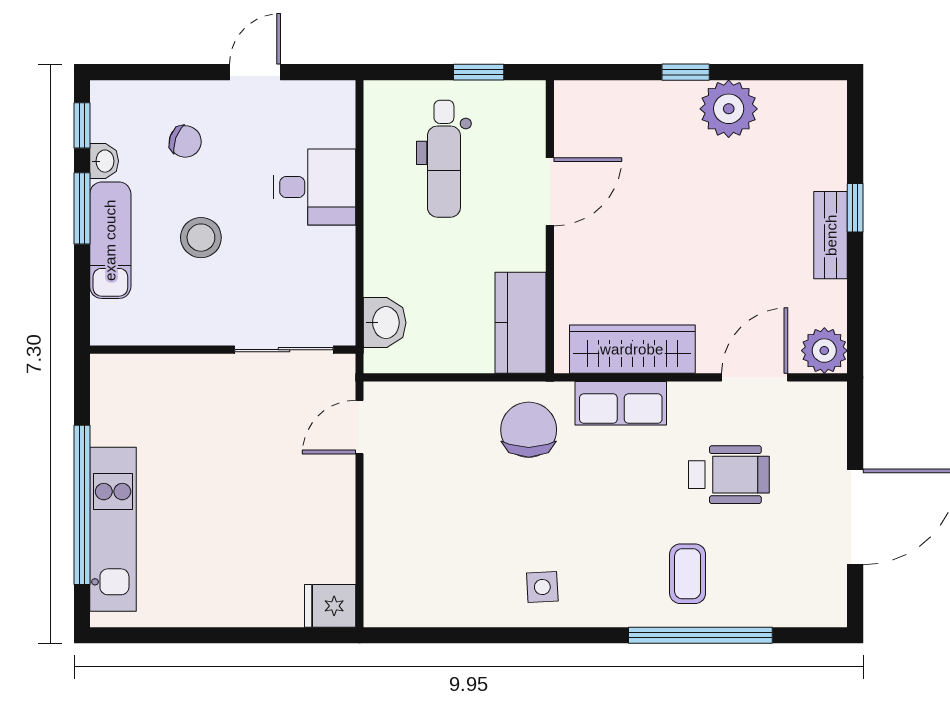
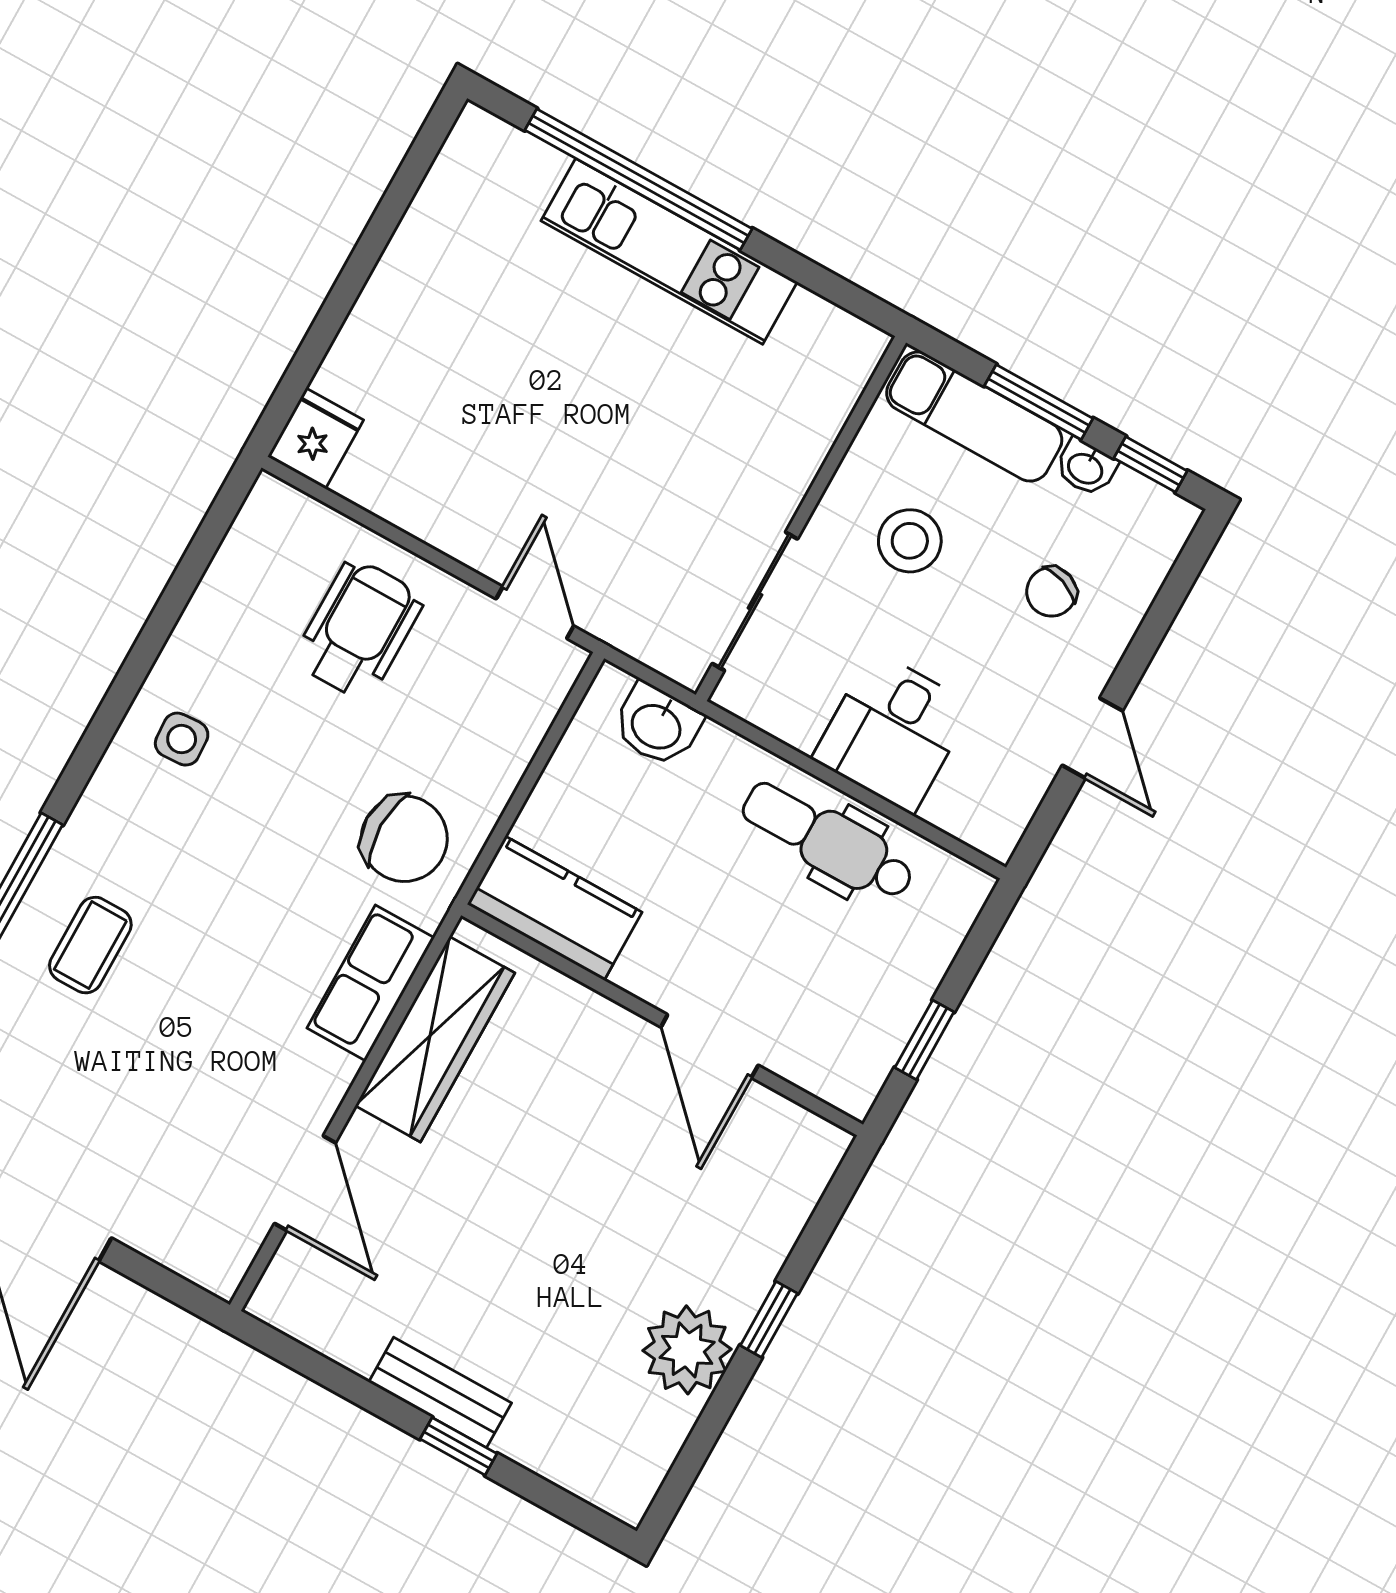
dental chair: (444, 159) -> (828, 841), moved
wall: (223, 350) -> (801, 519), moved
sliding door: (284, 350) -> (755, 601), moved
plant: (824, 351) -> (289, 1297), removed
wheelchair: (729, 475) -> (359, 629), moved, turned 180
kitchen unit: (113, 529) -> (669, 251), moved
coffee table: (688, 574) -> (90, 945), turned 90

